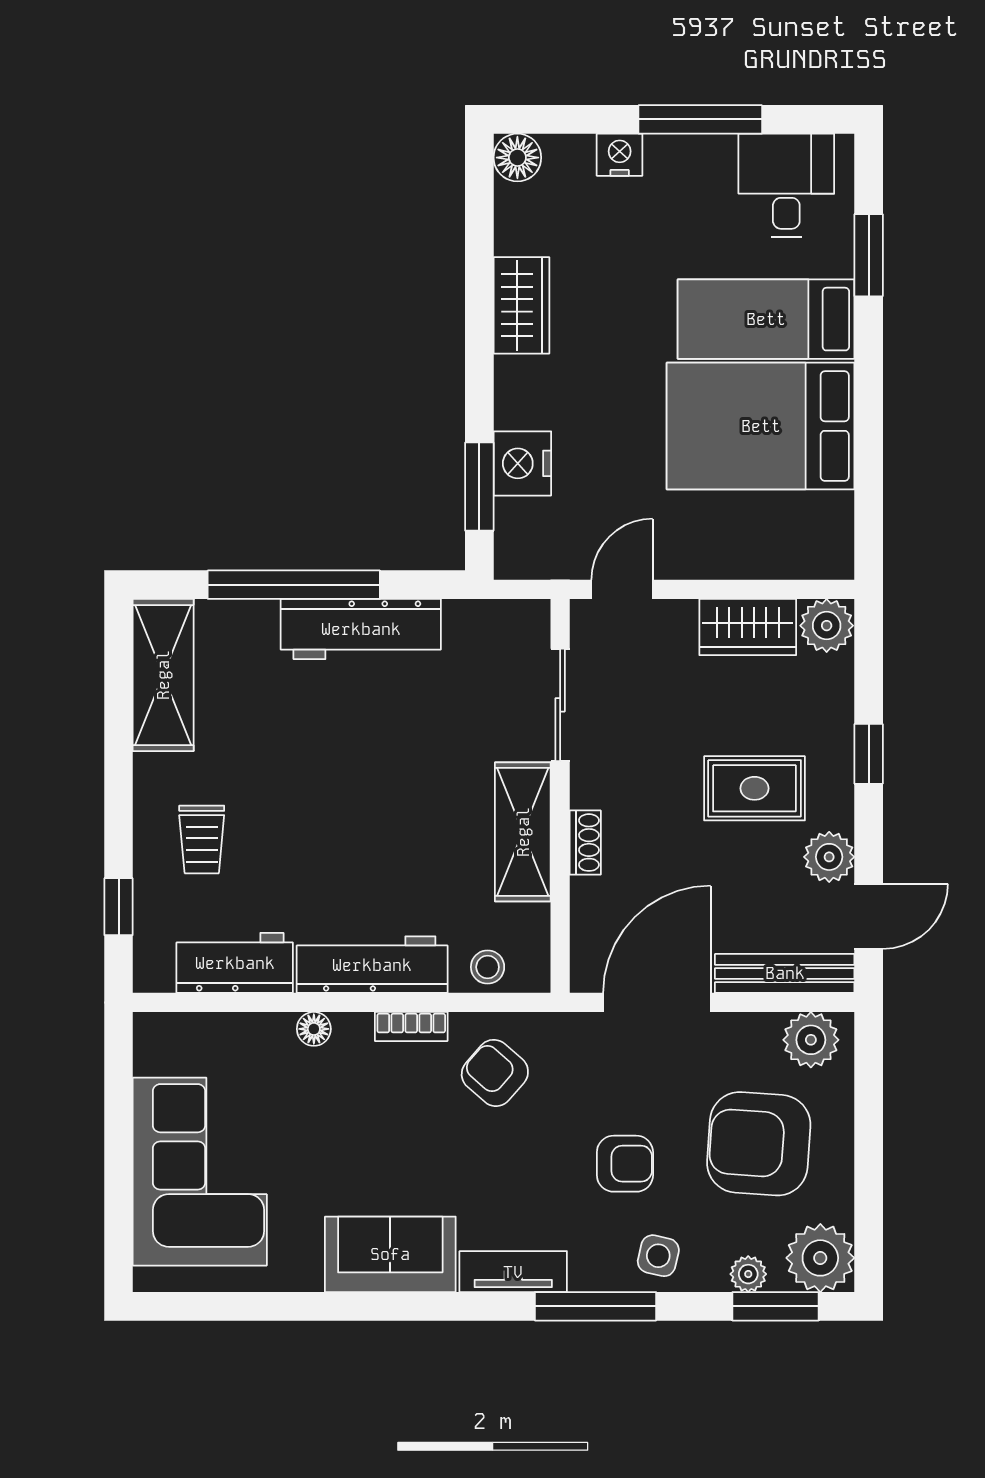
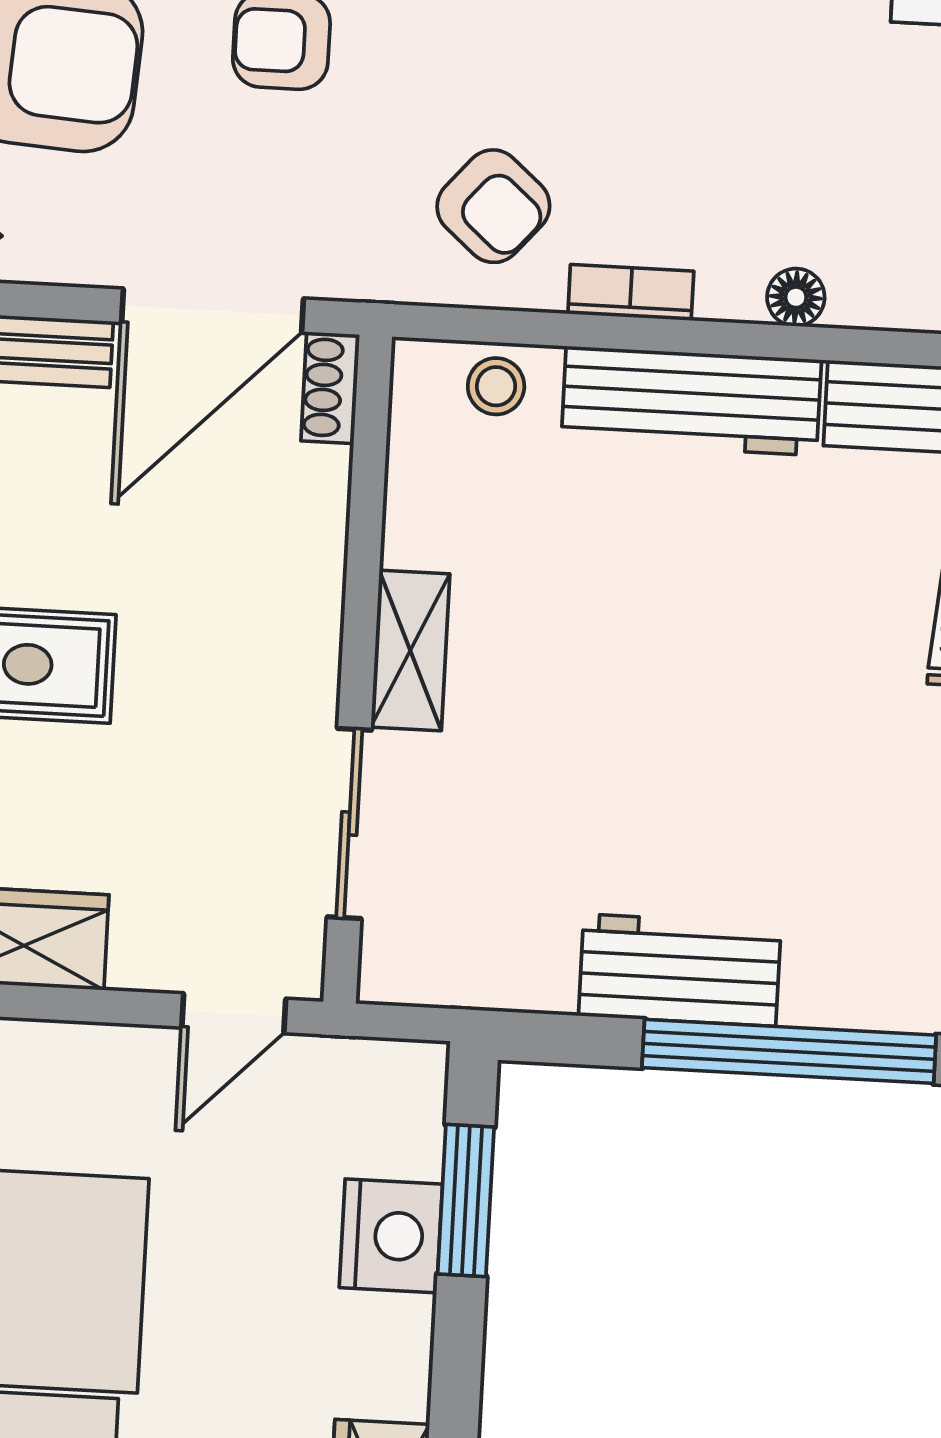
workbench: (361, 629) -> (680, 970), width x0.73
shelving: (523, 832) -> (410, 650), width x0.67, depth x0.75
shoe rack: (585, 843) -> (330, 388), moved

